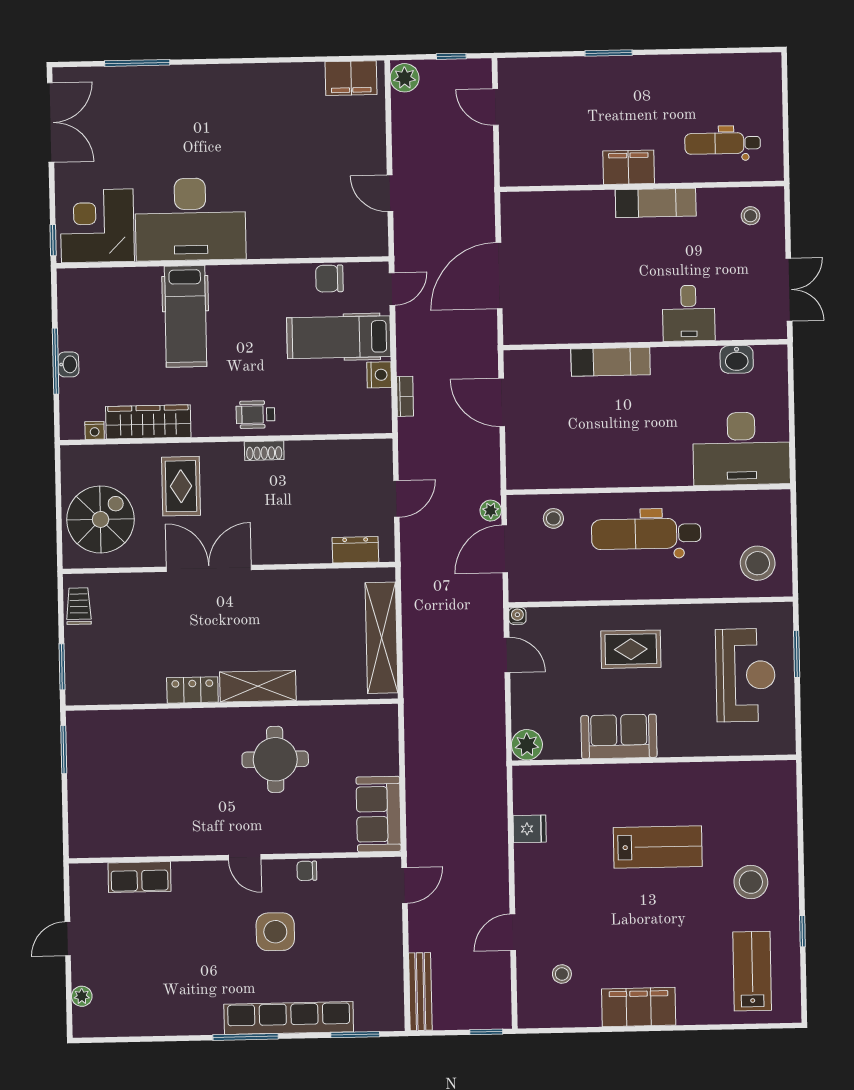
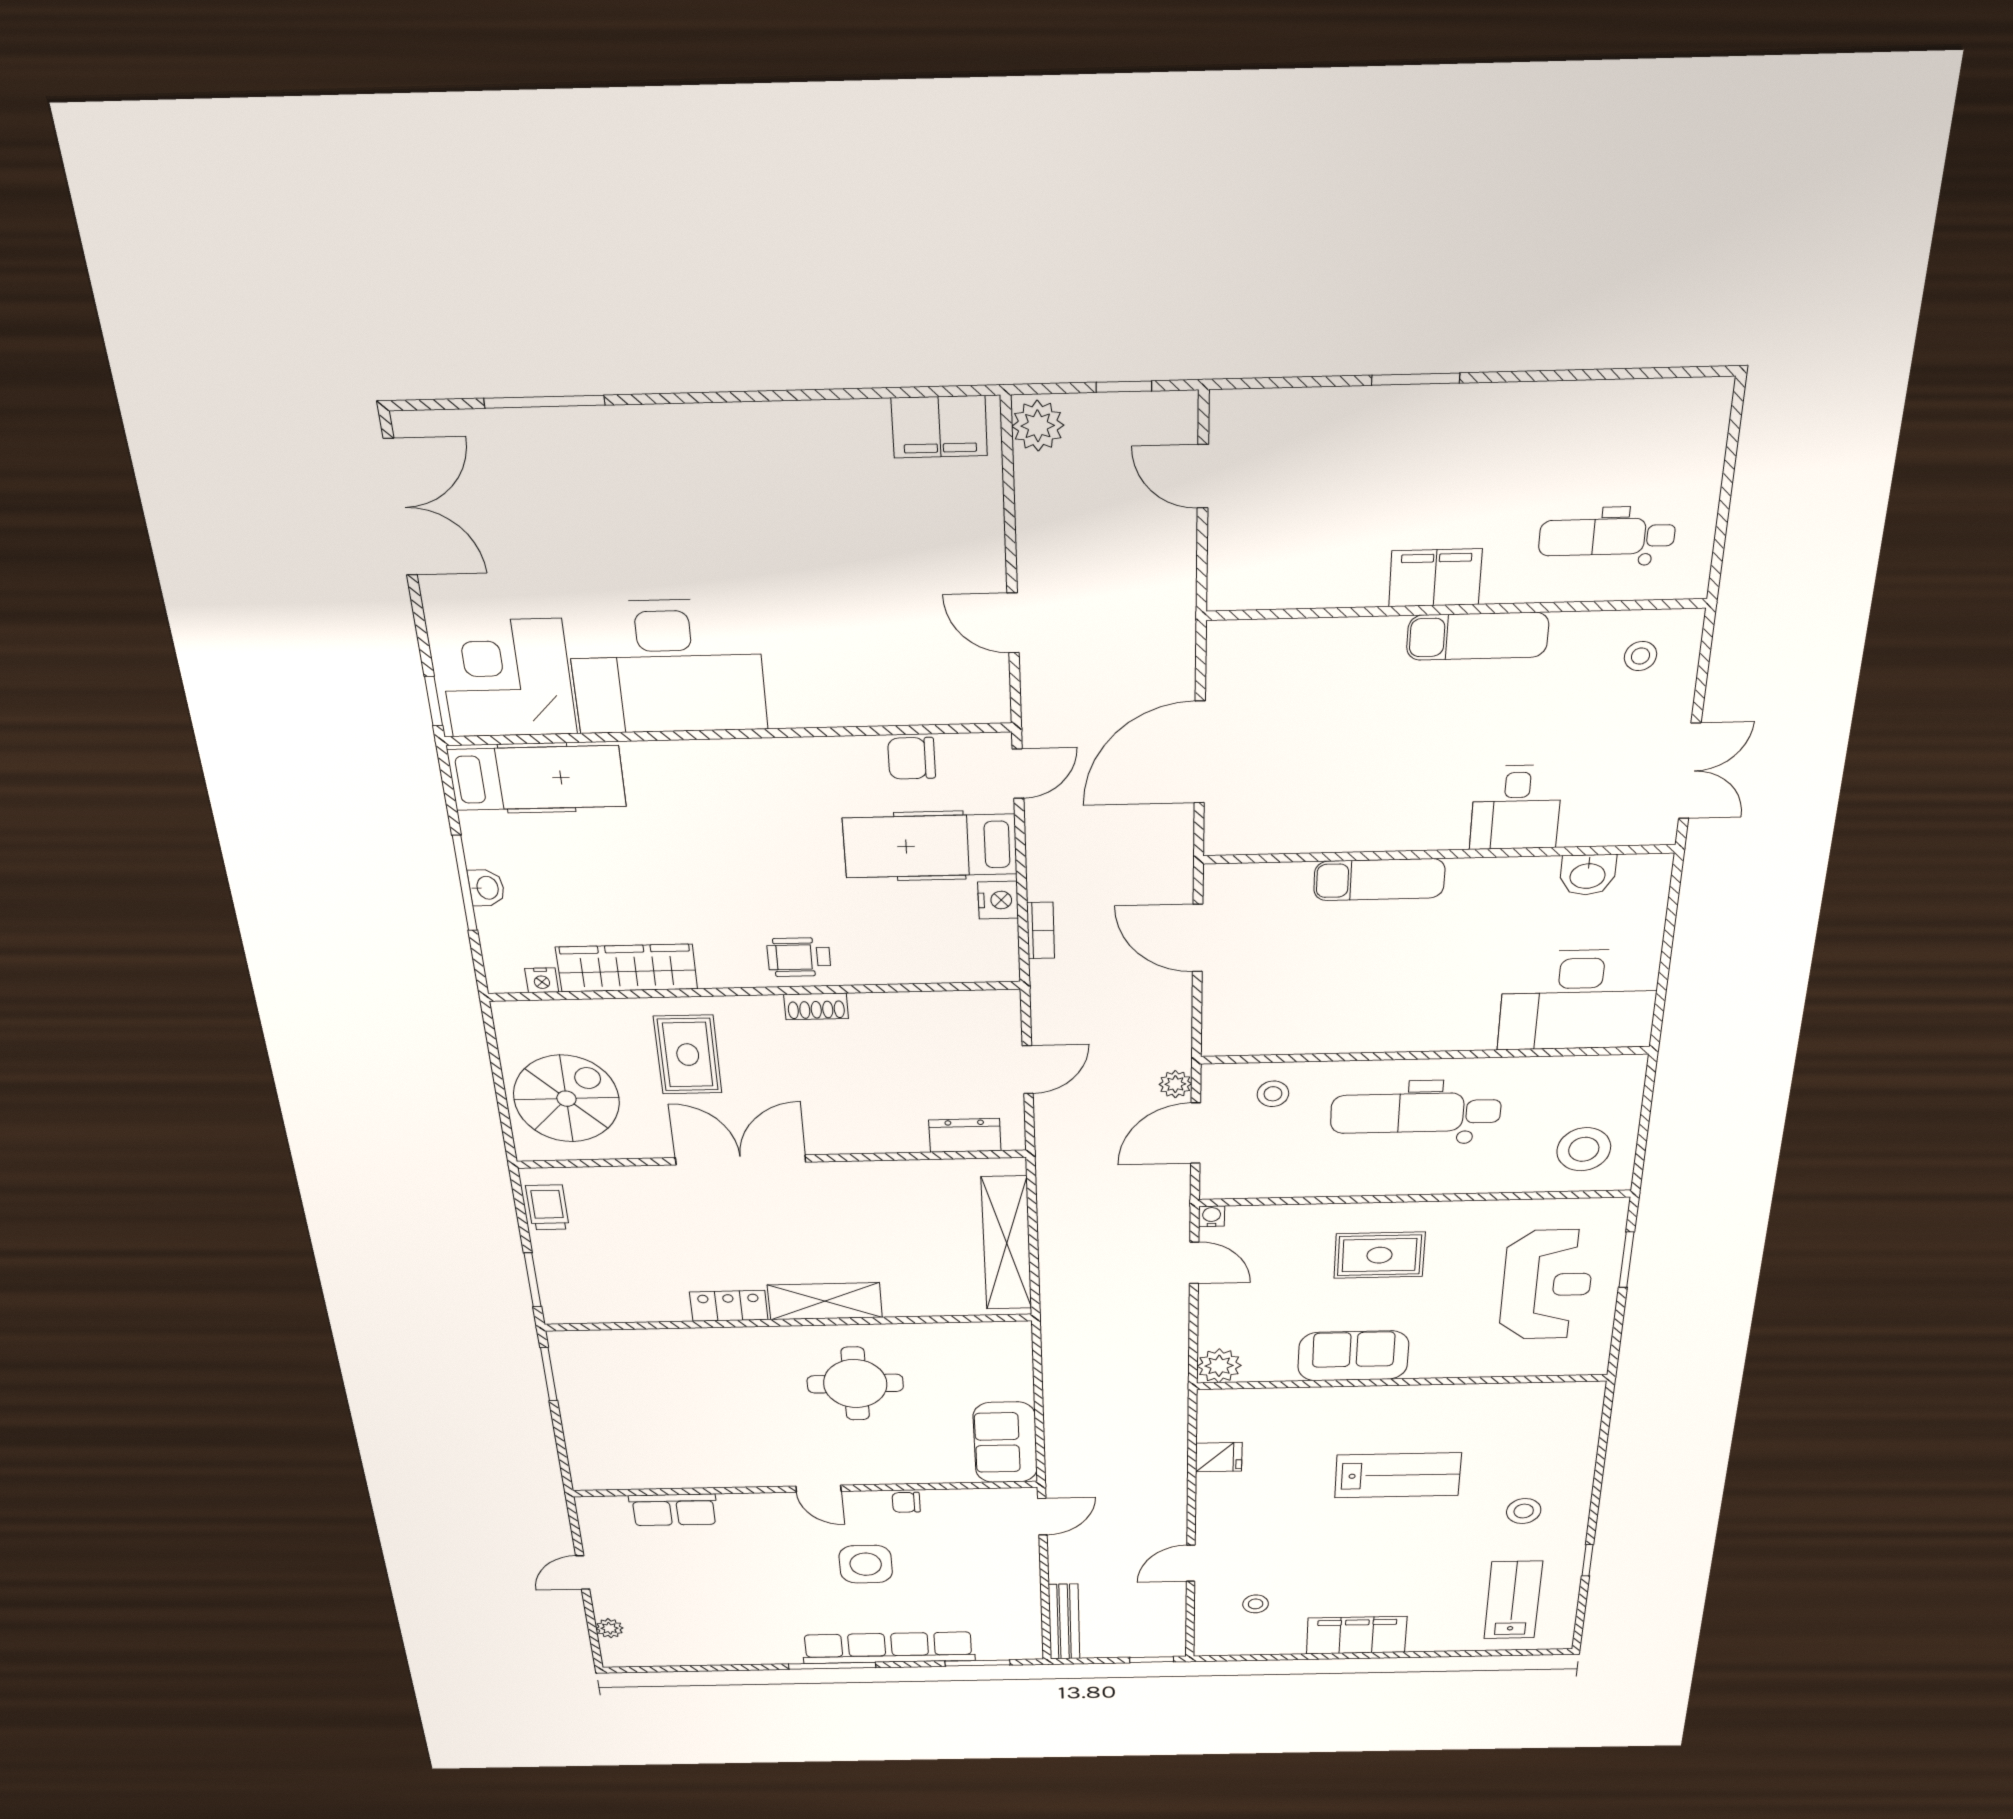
hospital bed: (186, 316) -> (537, 778), moved, turned -90
stool: (751, 882) -> (1524, 1511), width x0.73, depth x0.73

